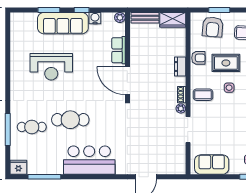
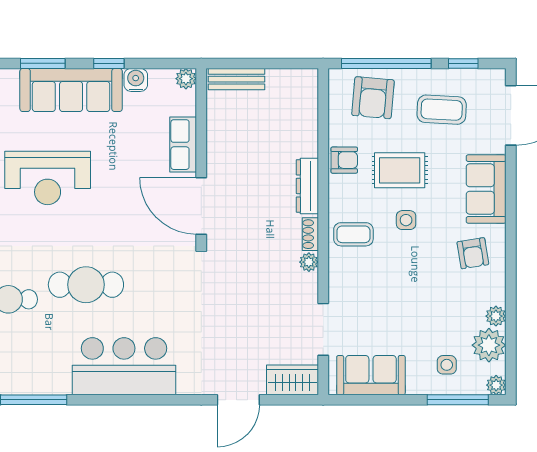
window: (219, 10) -> (386, 63), width x2.11
wardrobe: (173, 20) -> (292, 380), moved, turned 180
dresser: (180, 67) -> (307, 186), width x1.44
doorway: (188, 130) -> (323, 329), moved

